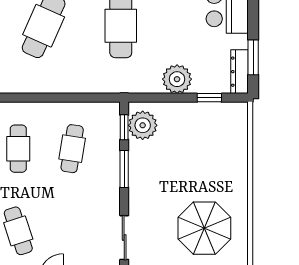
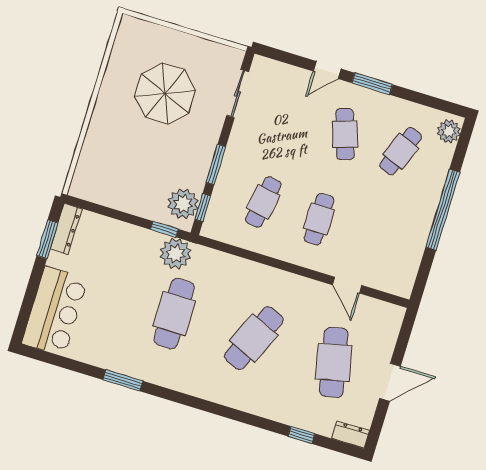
plant: (177, 79) -> (176, 254), moved
window: (209, 98) -> (164, 229), moved
parasol: (204, 228) -> (165, 94), moved

